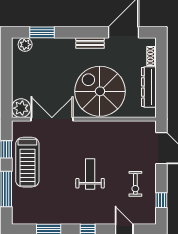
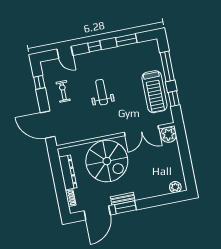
window: (42, 32) -> (125, 207), moved
treadmill: (27, 162) -> (154, 92), turned 180
weight bench: (90, 174) -> (102, 92), turned 180

